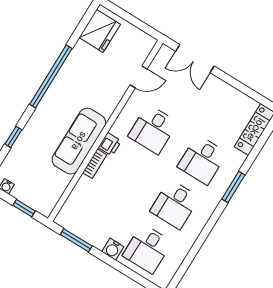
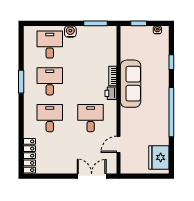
window: (233, 187) -> (21, 82), moved

